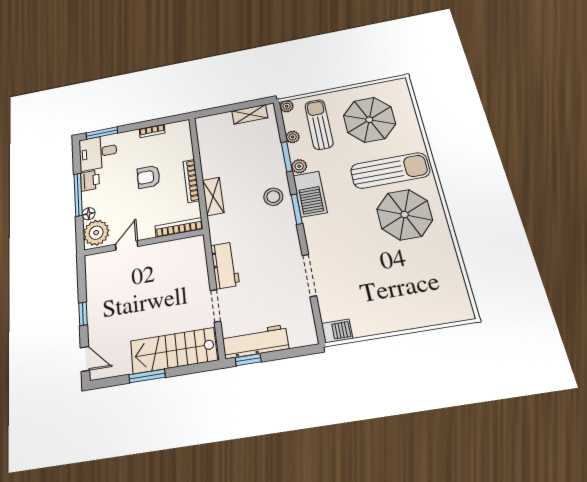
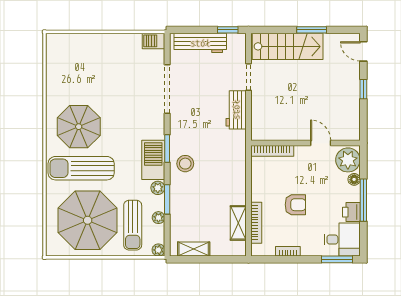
parasol: (369, 120) -> (88, 220), width x1.36, depth x1.36
bookcase: (191, 181) -> (256, 223), moved
shelving: (213, 196) -> (238, 223), moved
door: (127, 245) -> (321, 143), swing flipped
doorway: (309, 275) -> (167, 89), width x1.36
workbench: (255, 342) -> (200, 43), moved

